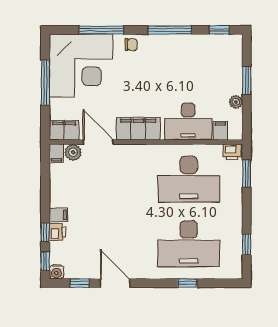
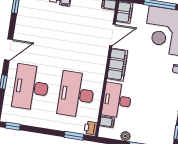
plant: (73, 152) -> (108, 16), removed
window: (247, 244) -> (13, 126), moved
door: (115, 283) -> (9, 50), moved

